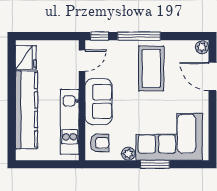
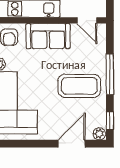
window: (99, 36) -> (110, 121), moved

